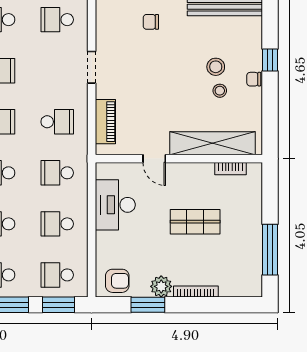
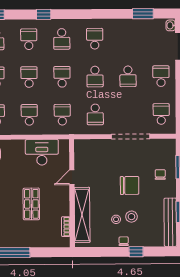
doorway: (92, 67) -> (131, 136), width x1.87
chair: (168, 69) -> (130, 185), added
piano: (105, 122) -> (96, 146), removed

